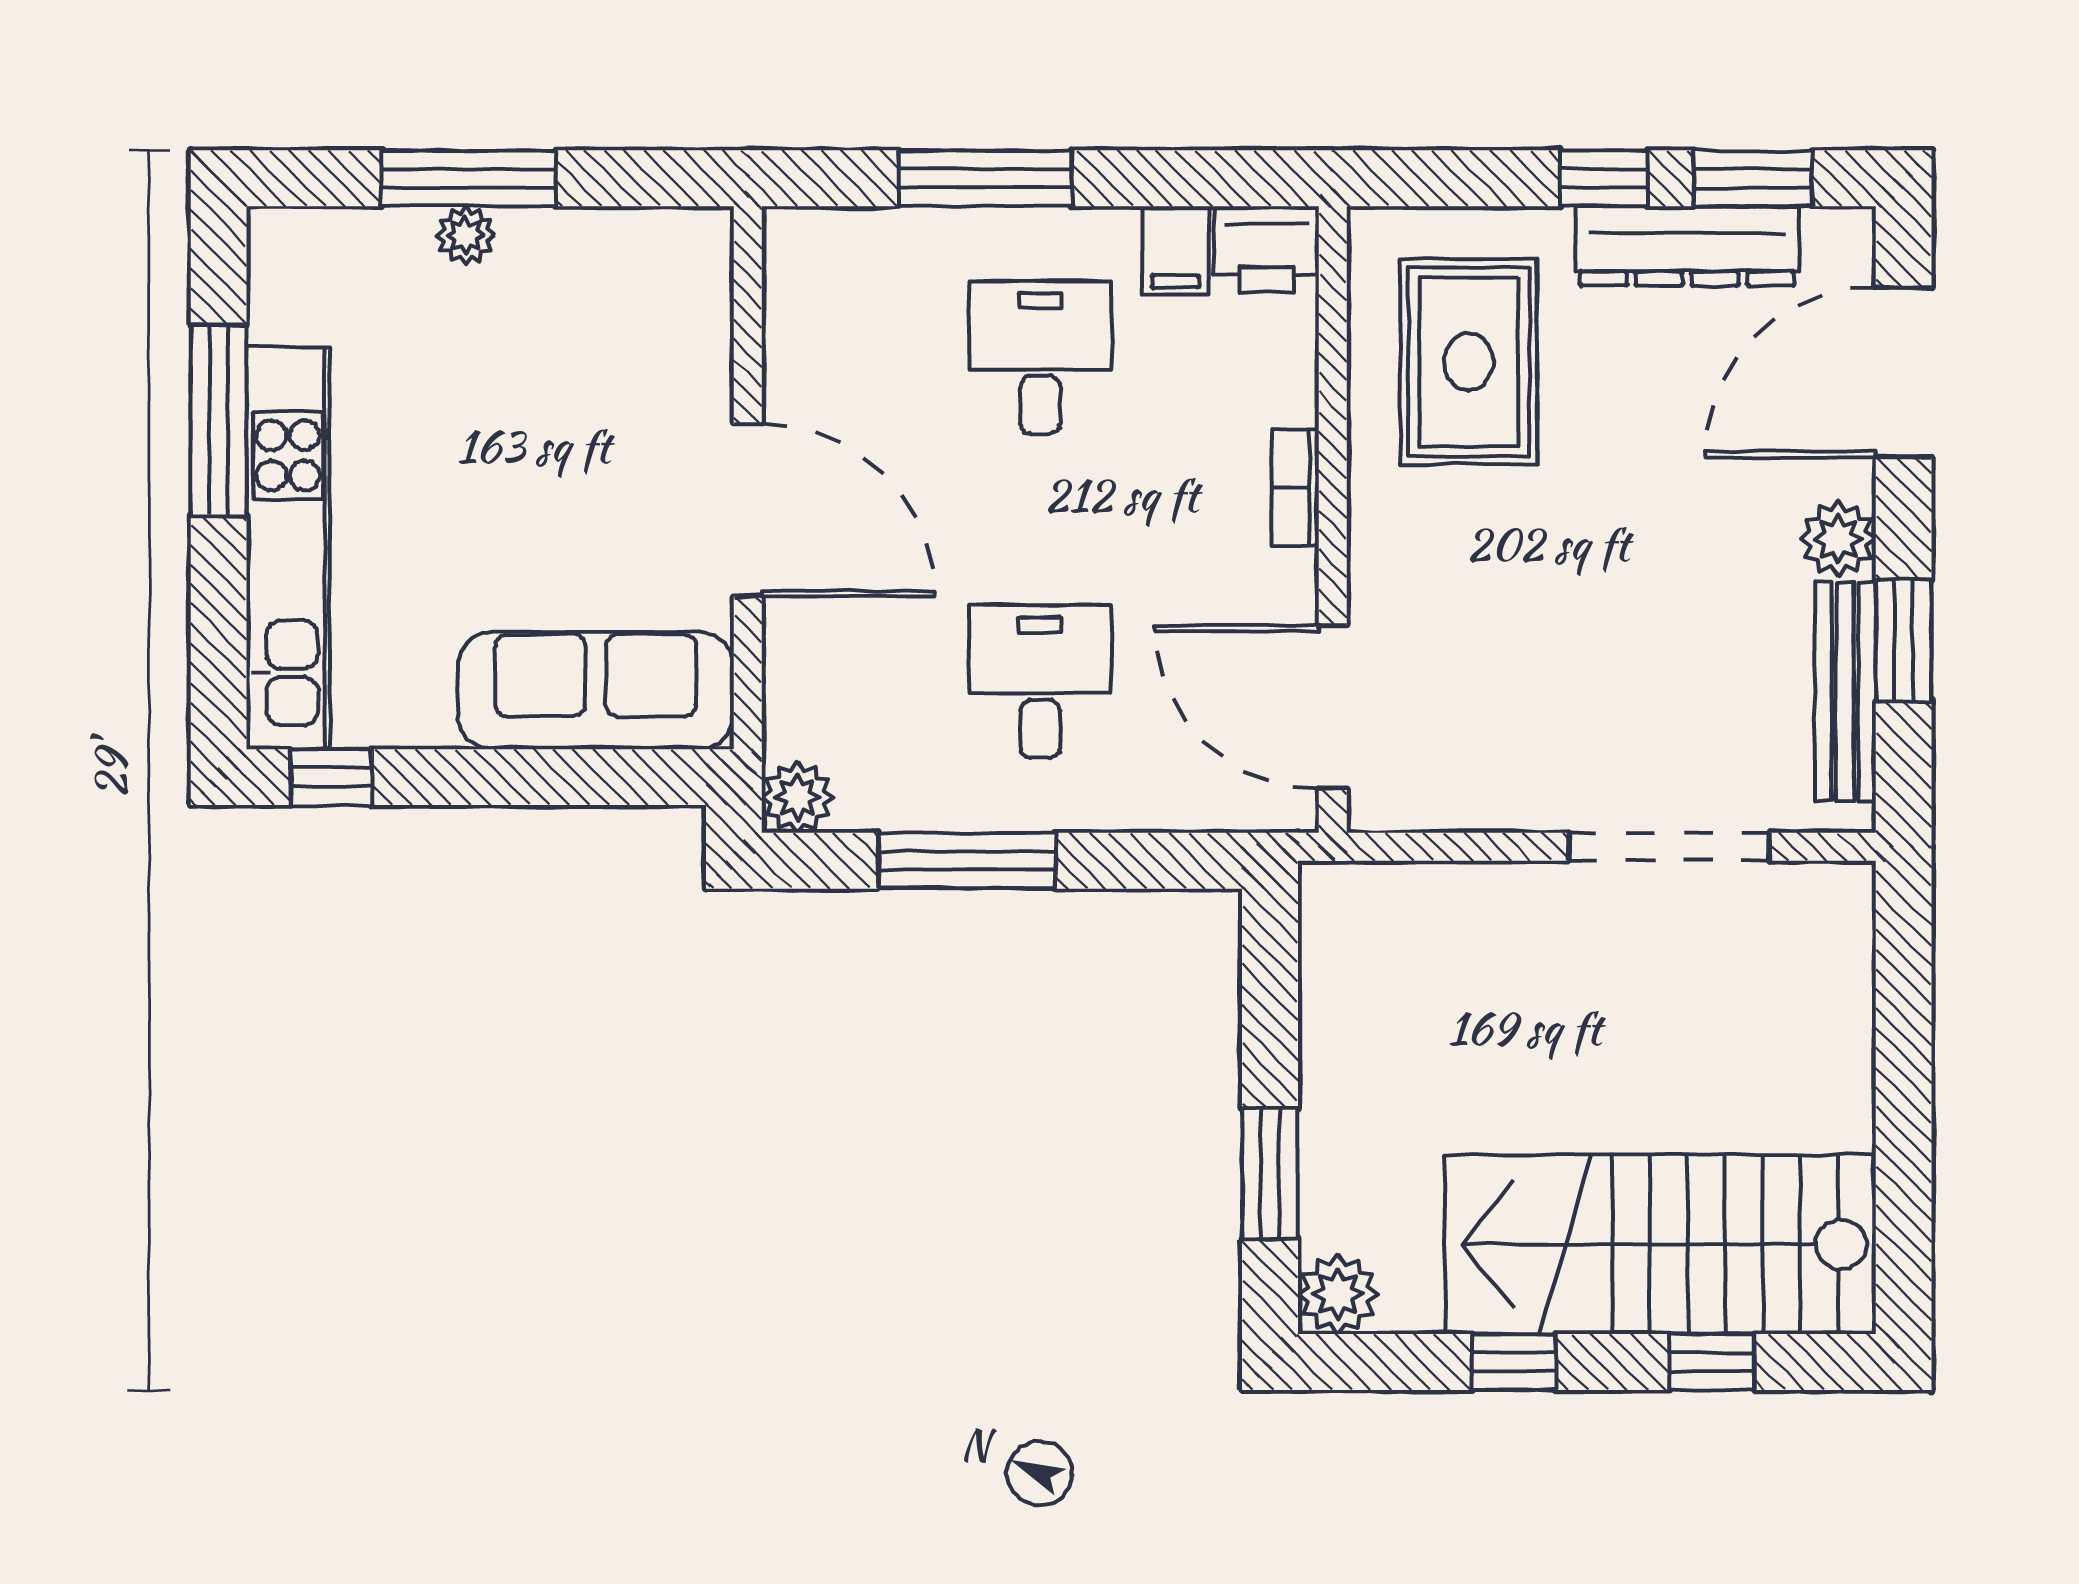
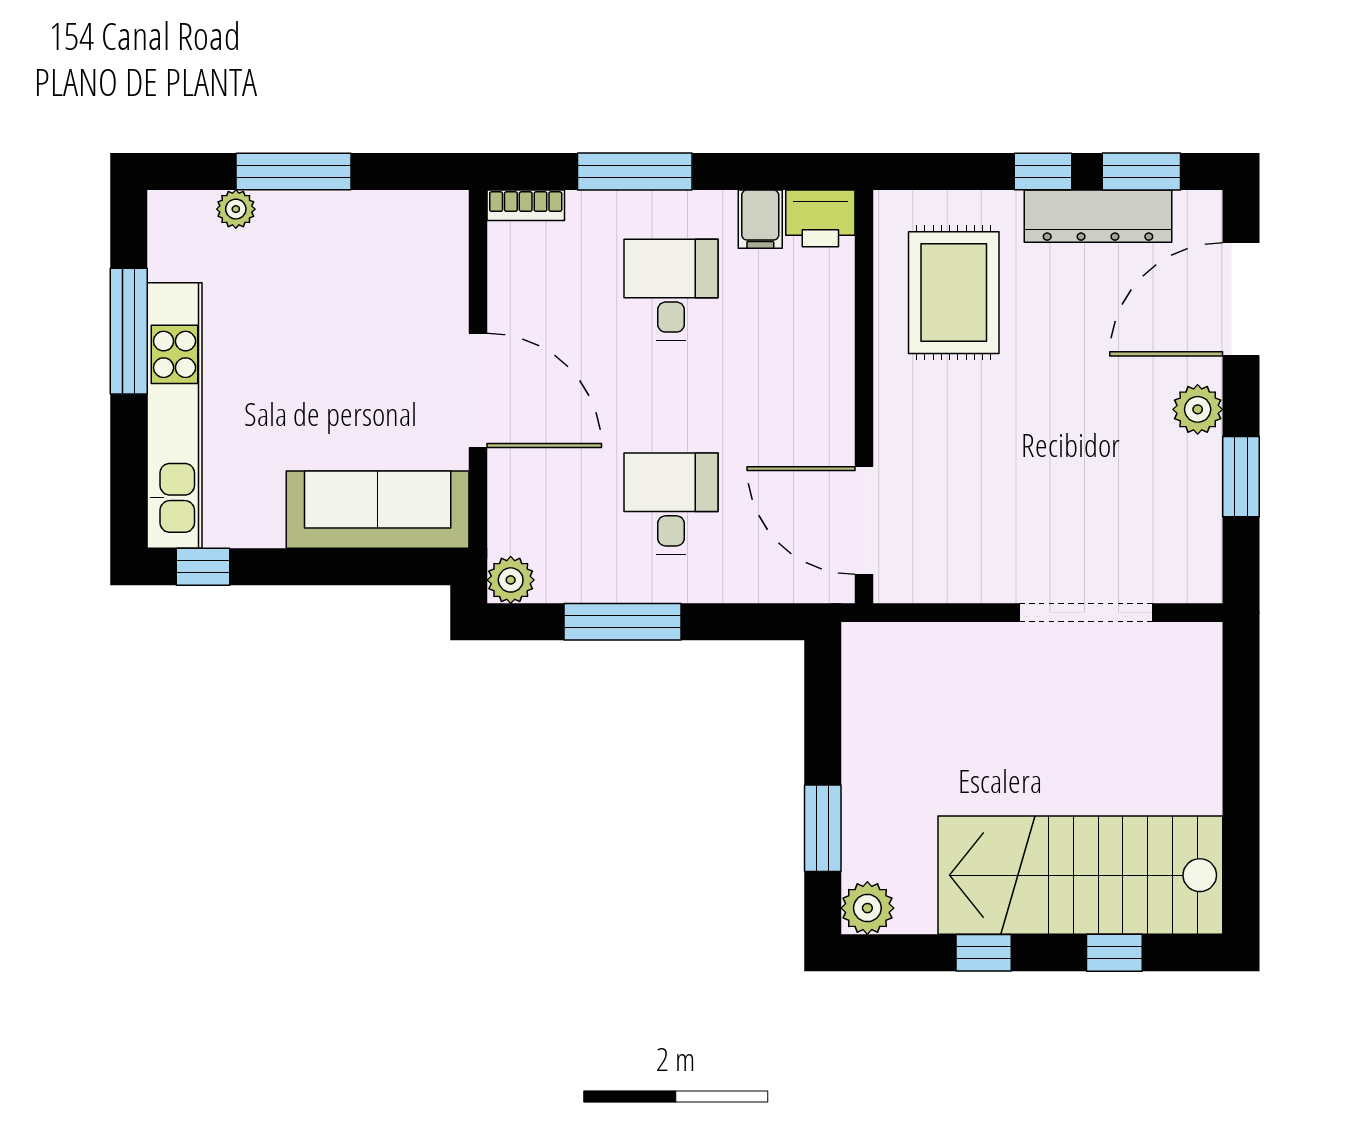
plant: (466, 235) -> (236, 209), moved
bookcase: (1295, 488) -> (526, 205), moved, turned -90
bench: (1845, 692) -> (1202, 510), removed

